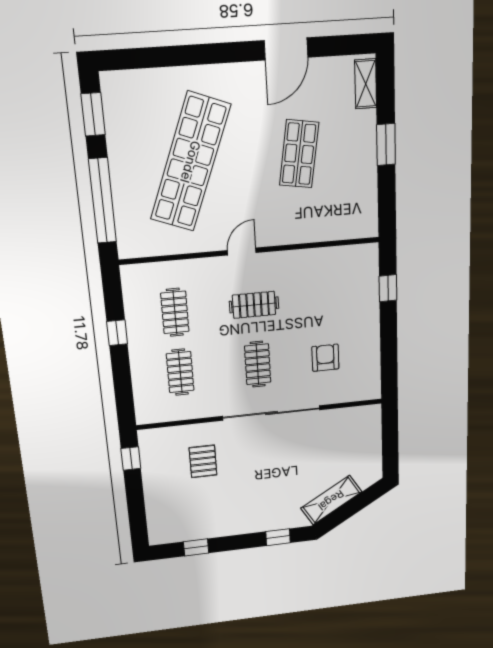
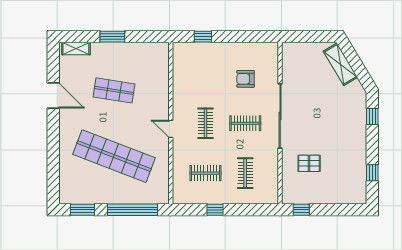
clothes rail: (180, 372) -> (245, 173), turned 90
shelving: (331, 500) -> (340, 64), moved

